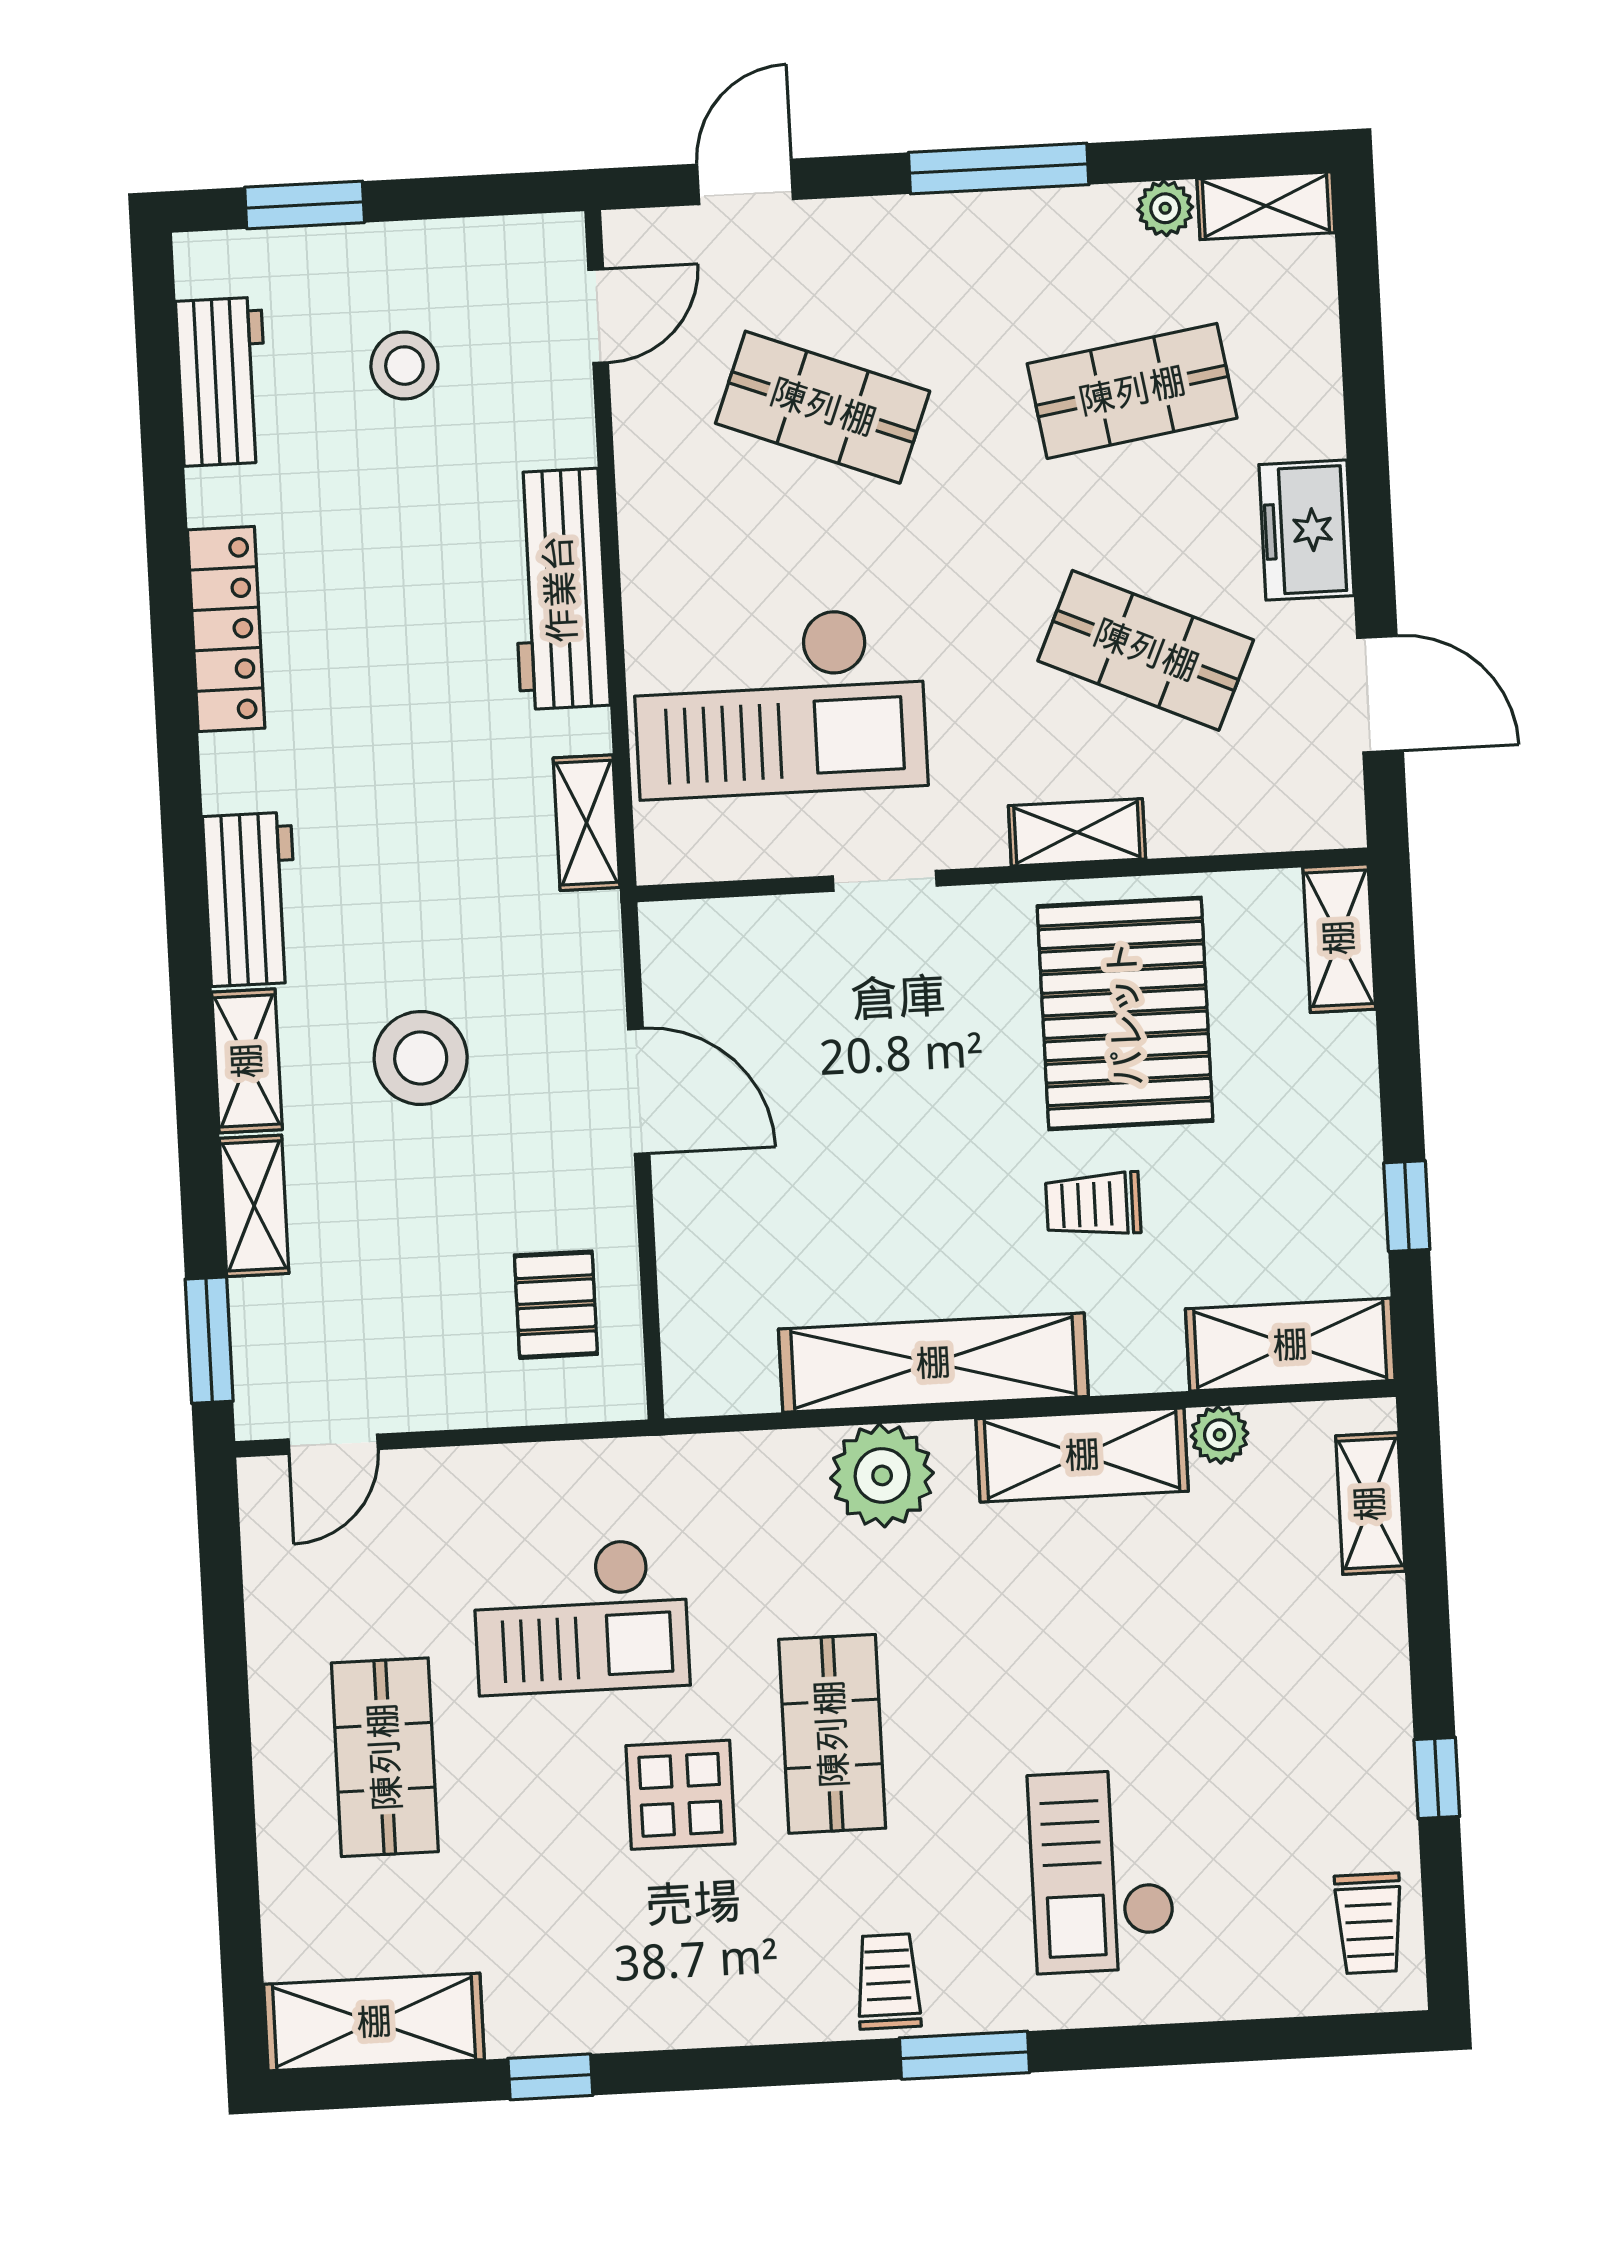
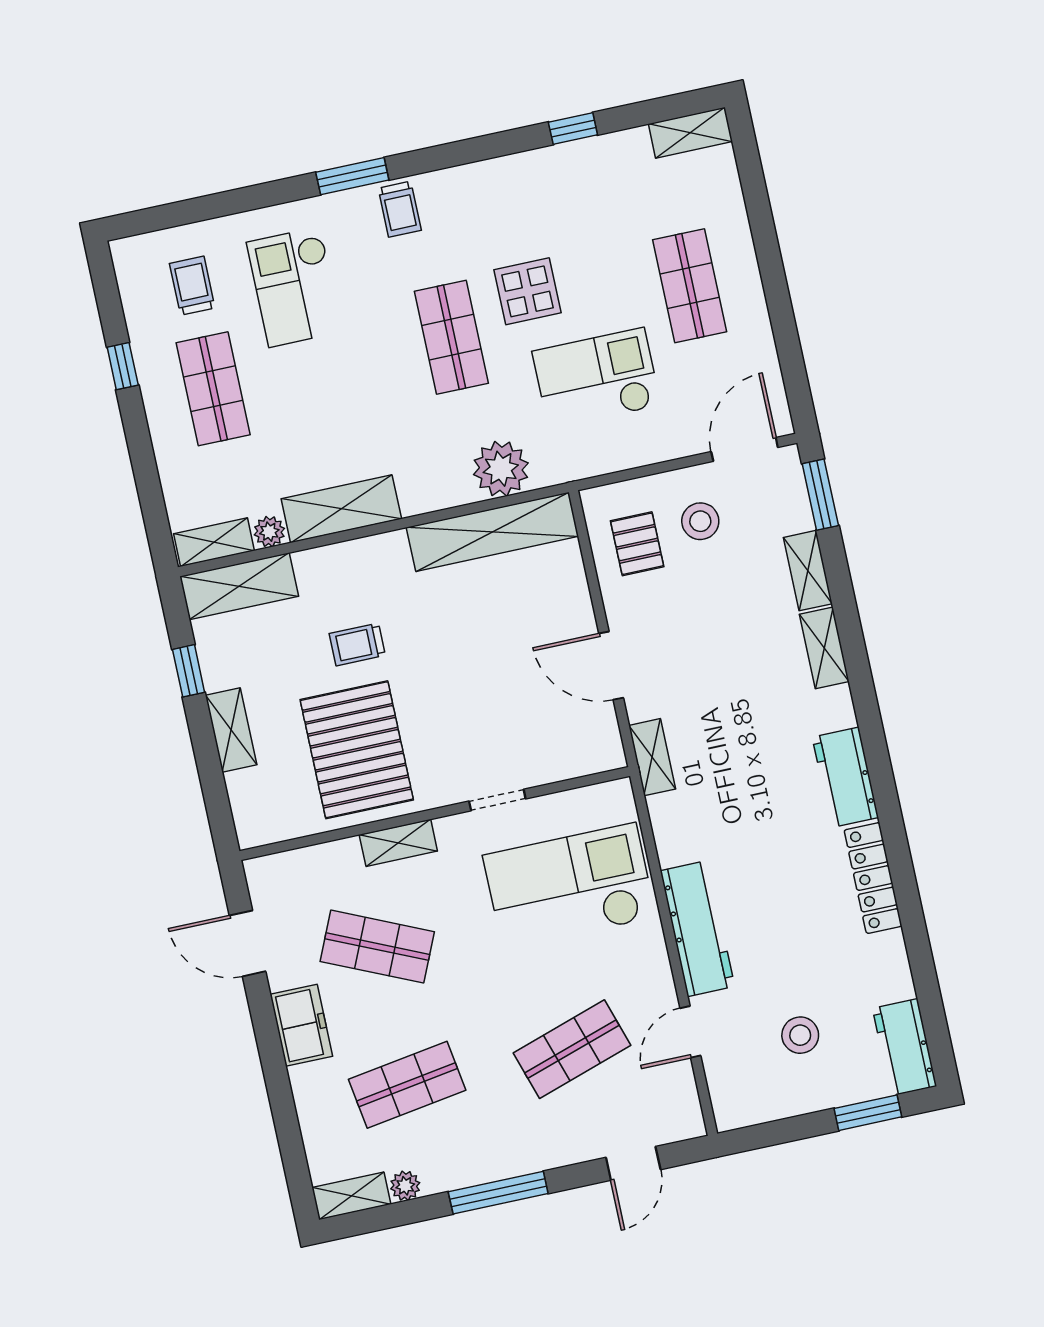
door: (598, 316) -> (690, 1032), moved
workbench: (222, 382) -> (904, 1047), moved
shop shelf: (823, 407) -> (572, 1049), turned -39
shelving: (587, 823) -> (652, 757), moved
workbench: (251, 899) -> (845, 777), moved
shelving: (1339, 938) -> (231, 730), moved
stool: (421, 1058) -> (700, 521), moved, width x0.73, depth x0.73
trolley: (1093, 1204) -> (357, 644), turned 180
shelving: (933, 1363) -> (492, 532), moved
door: (333, 1444) -> (745, 449), width x1.37
plant: (882, 1475) -> (501, 469), moved
shelving: (1370, 1504) -> (214, 542), moved, turned 90
shop shelf: (1279, 1710) -> (213, 389), added
checkout: (1102, 1871) -> (295, 287), turned 180
trolley: (1369, 1923) -> (192, 286), moved
shelving: (374, 2022) -> (690, 133), width x0.67, depth x0.75

